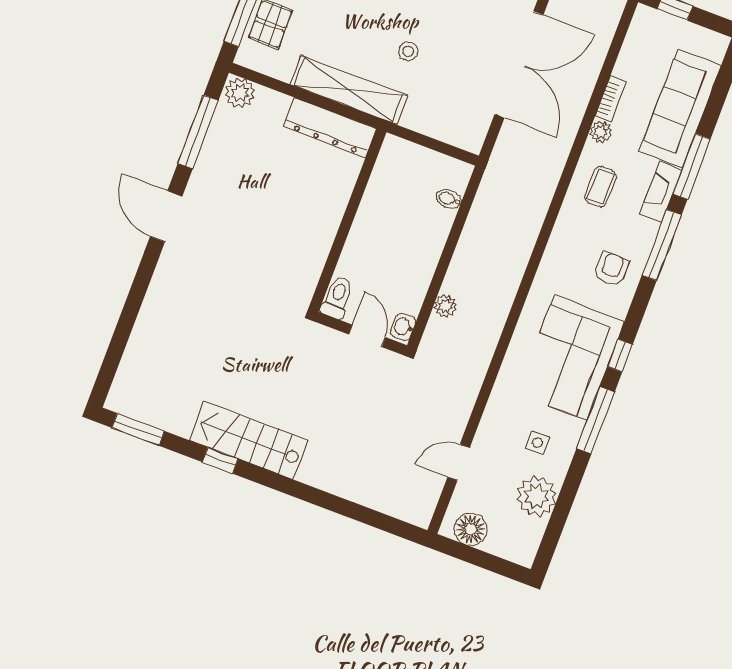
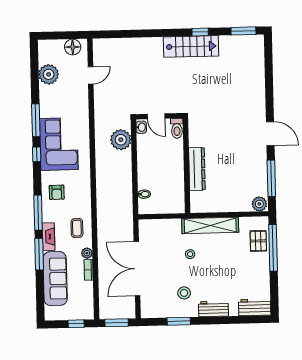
dresser: (330, 128) -> (197, 169), moved, turned 90
plant: (445, 306) -> (121, 140), width x1.87, depth x1.87
side table: (537, 443) -> (58, 99), removed

